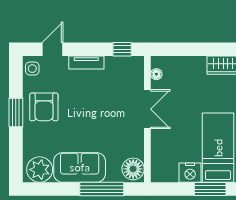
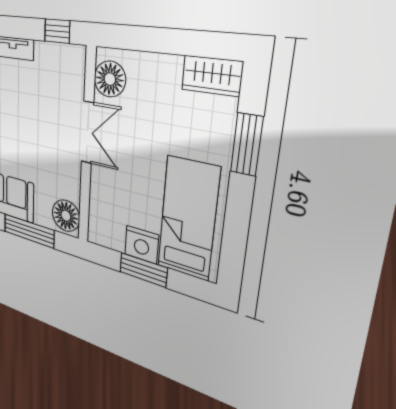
floor lamp: (156, 74) -> (110, 79), width x1.89, depth x1.89
window: (210, 189) -> (143, 270), moved

